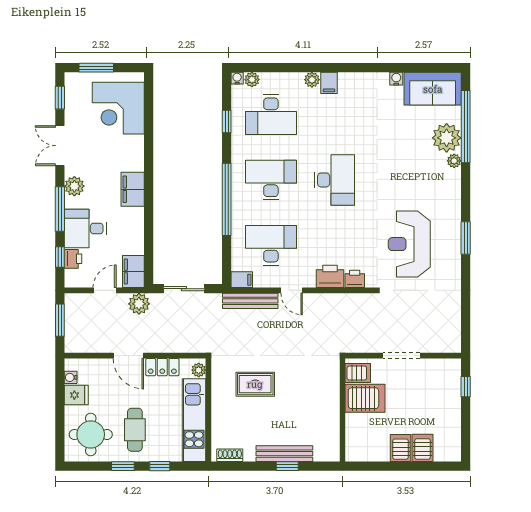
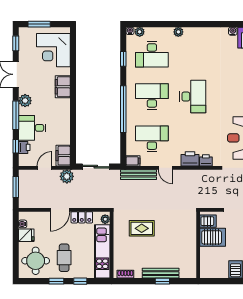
filing cabinet: (329, 83) -> (189, 34), removed
filing cabinet: (133, 189) -> (63, 87), moved
door: (128, 356) -> (60, 210), hinge flipped

